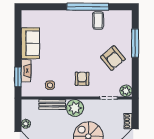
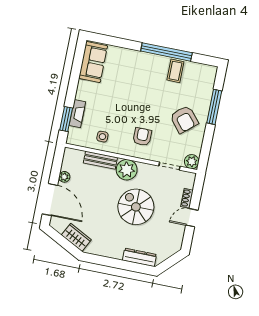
sofa: (30, 43) -> (93, 62), moved

